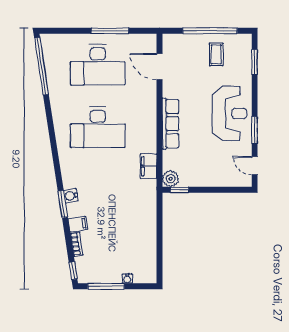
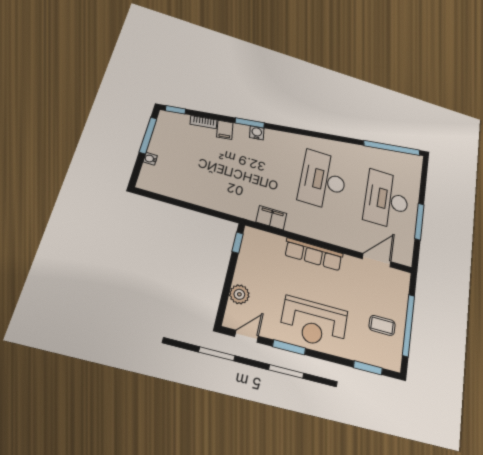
plant: (171, 179) -> (239, 294), moved

